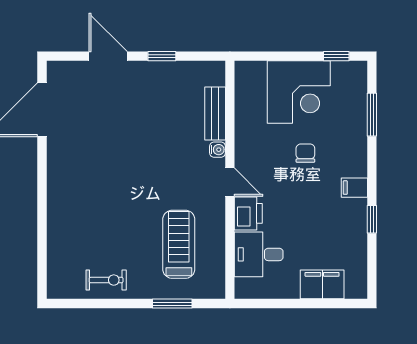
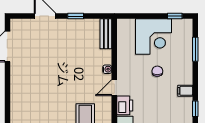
bench: (215, 113) -> (106, 34), moved
door: (230, 182) -> (114, 88), swing flipped

